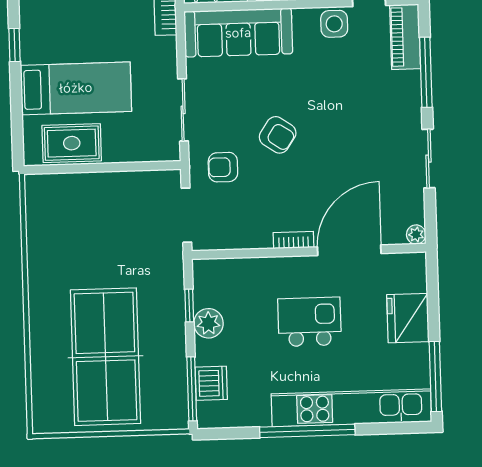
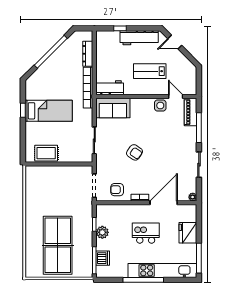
sofa: (238, 33) -> (113, 108), width x0.73
bed: (76, 88) -> (49, 111), moved
armchair: (223, 167) -> (117, 190), moved

